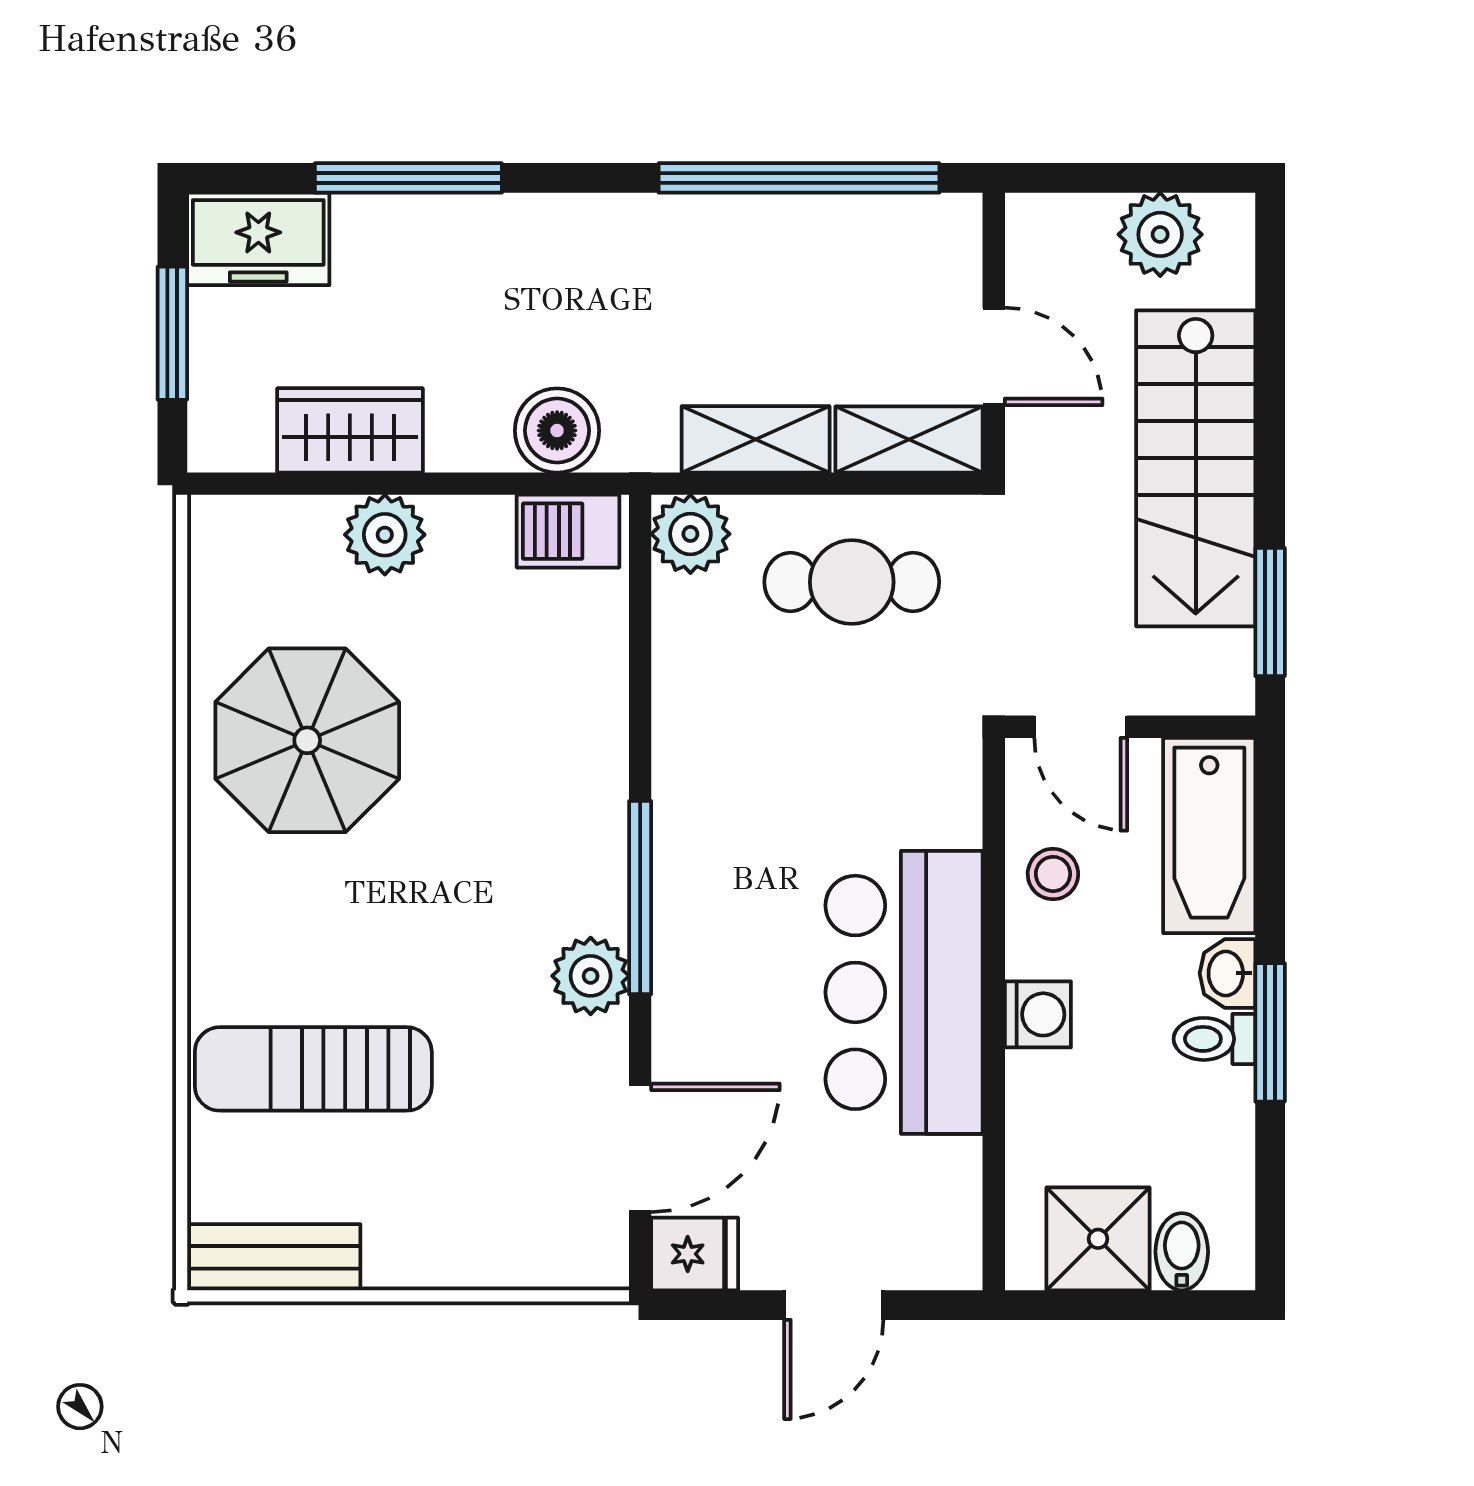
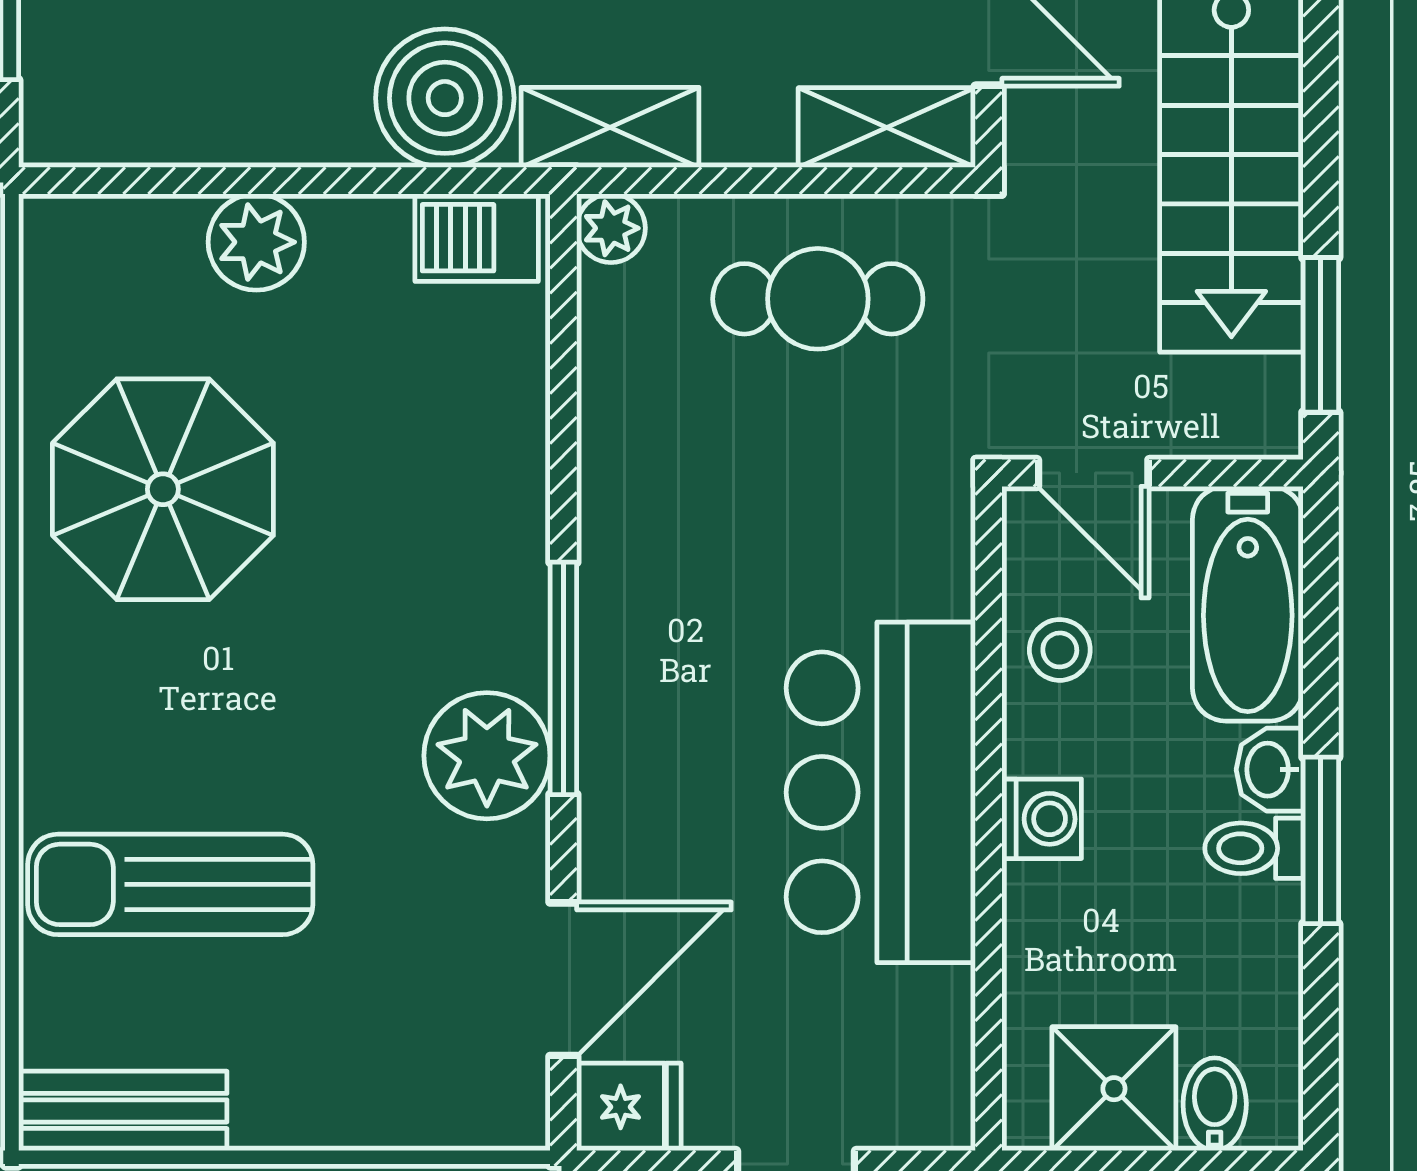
wardrobe: (350, 430) -> (214, 117), removed
boiler: (557, 431) -> (445, 98), width x1.37, depth x1.37
shelving: (756, 439) -> (610, 127), moved
plant: (690, 534) -> (611, 228), width x0.73, depth x0.73
plant: (591, 976) -> (487, 756), width x1.36, depth x1.36

